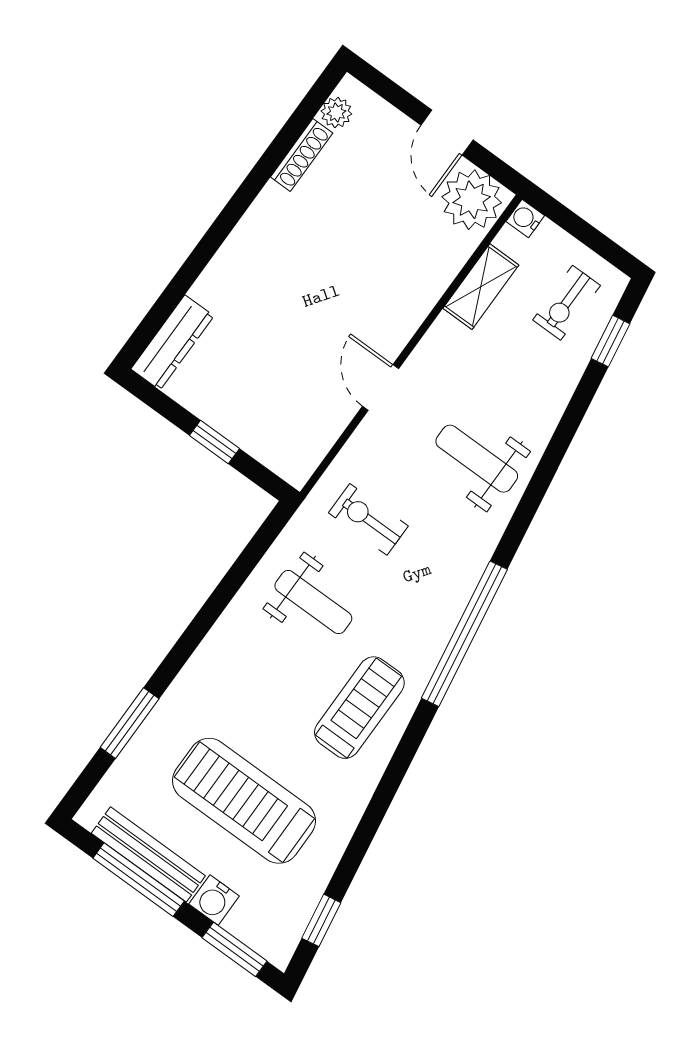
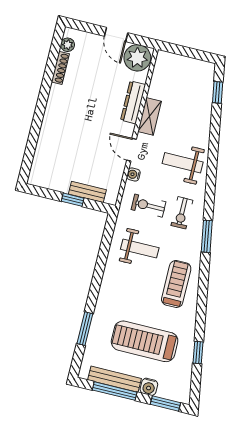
water cooler: (525, 219) -> (133, 174), moved
shelving: (481, 287) -> (150, 116), moved
exercise bike: (567, 303) -> (182, 213), moved
dresser: (172, 342) -> (133, 102), moved, turned 180
bench: (252, 438) -> (87, 192), added
window: (464, 634) -> (207, 236), width x0.47
window: (321, 920) -> (198, 352), moved

